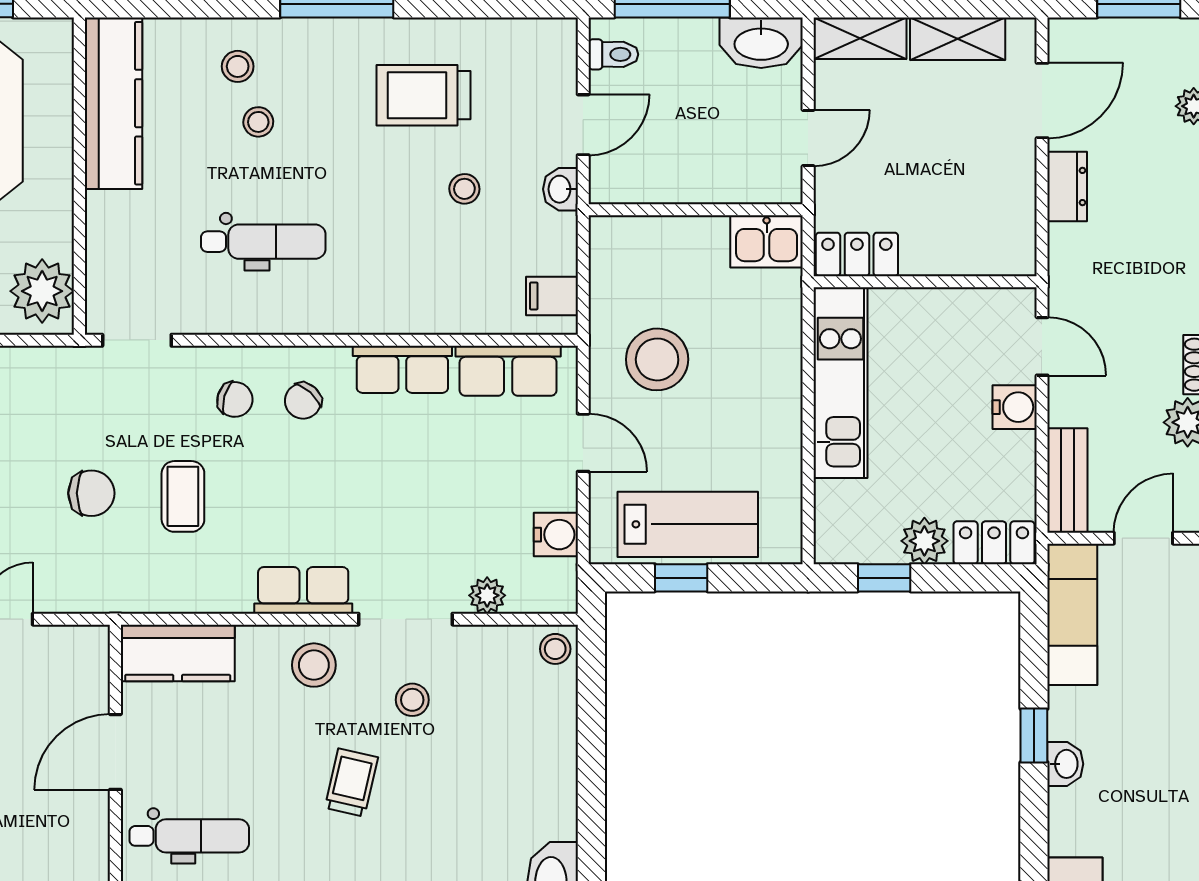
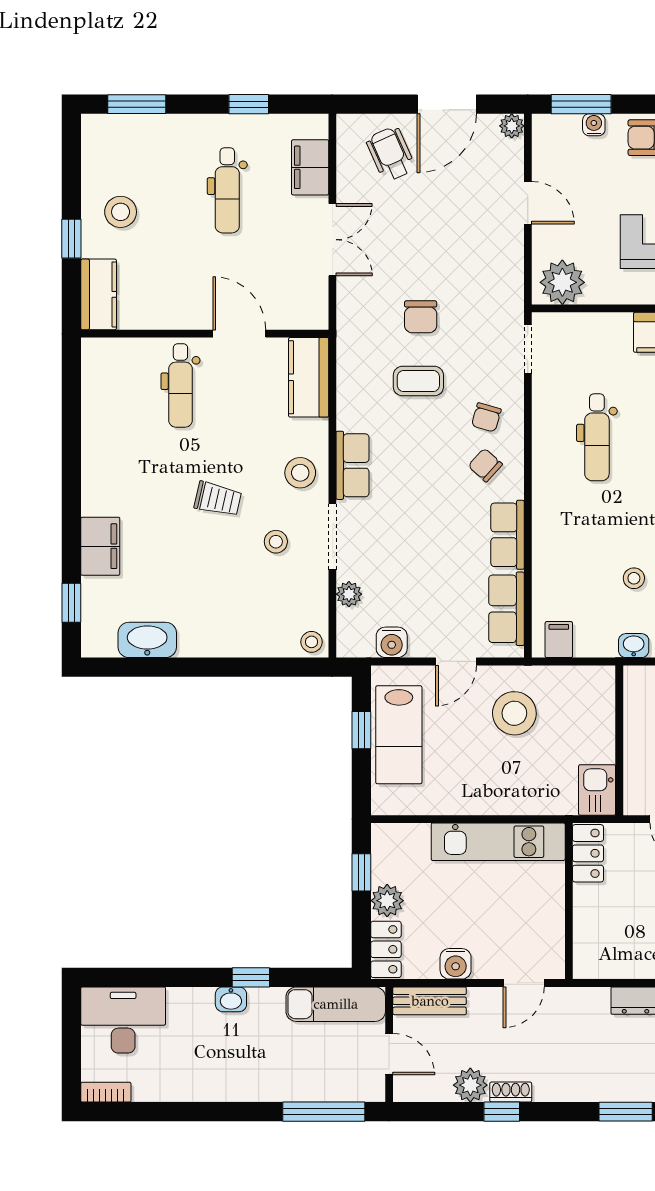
water cooler: (1015, 407) -> (456, 964), moved

